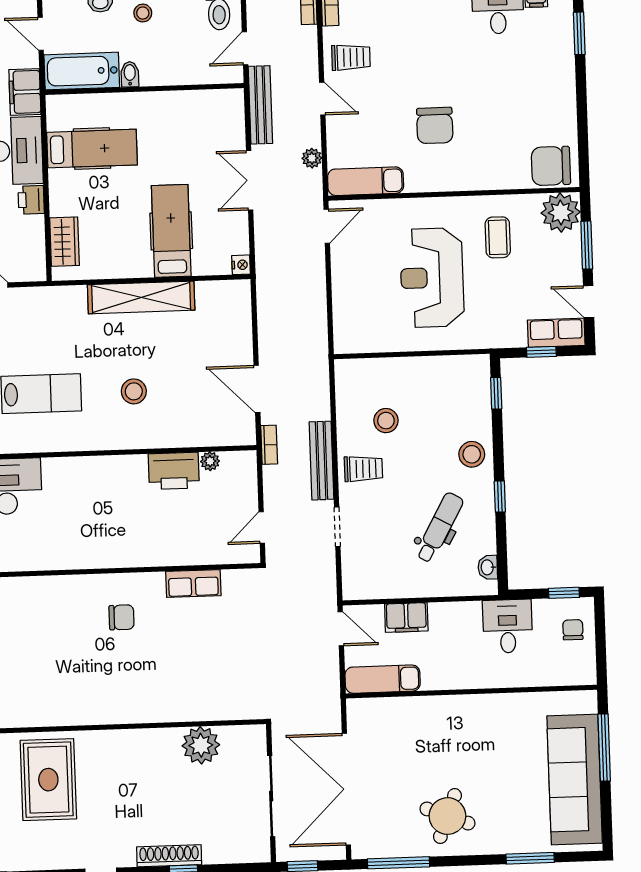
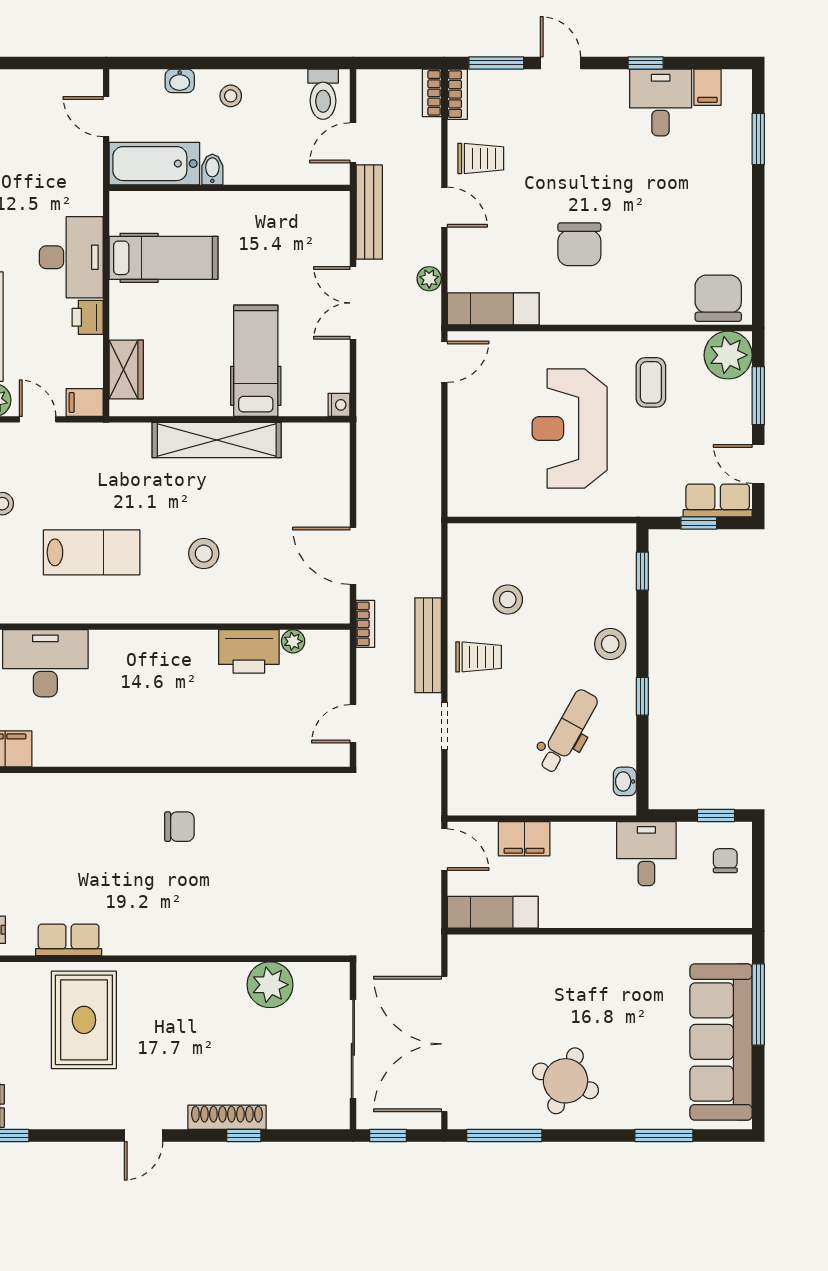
filing cabinet: (25, 92) -> (85, 402), moved, width x0.50
chair: (551, 166) -> (718, 298), turned 90
row of seats: (193, 584) -> (69, 940), moved, turned 180

